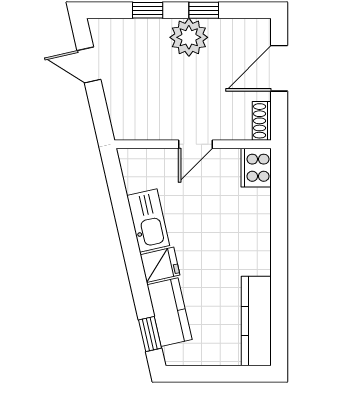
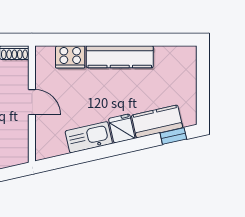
cooker: (256, 168) -> (70, 57), moved
kitchen counter: (256, 321) -> (120, 57), moved

